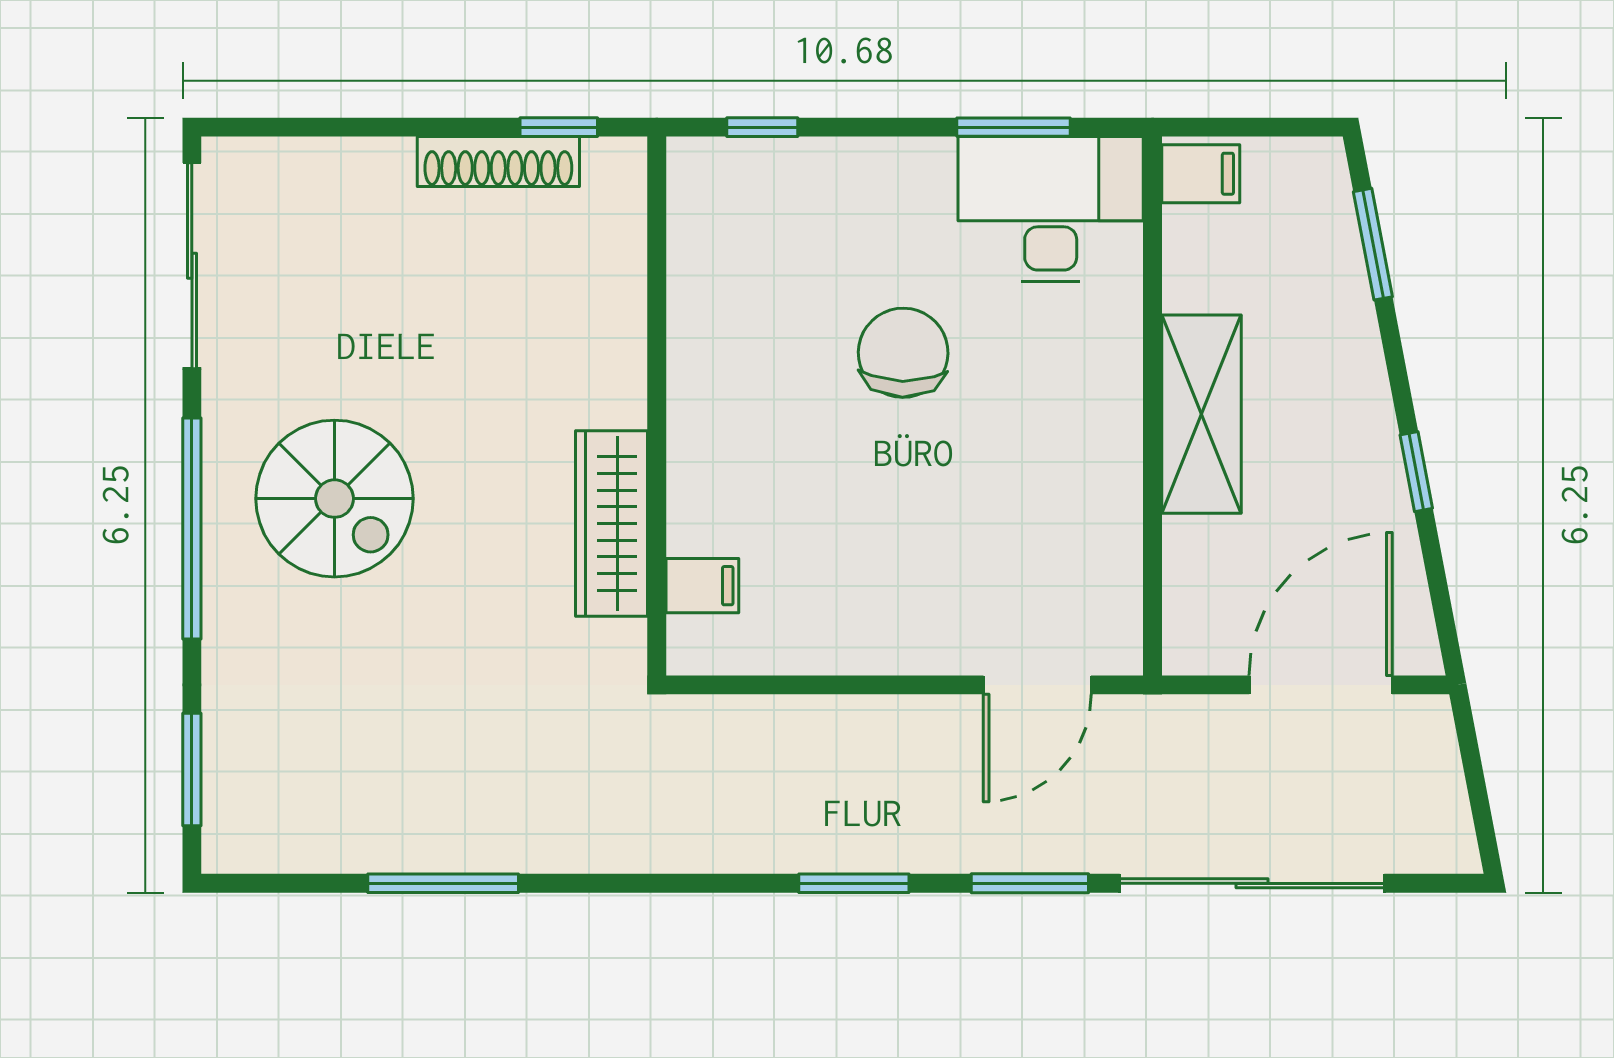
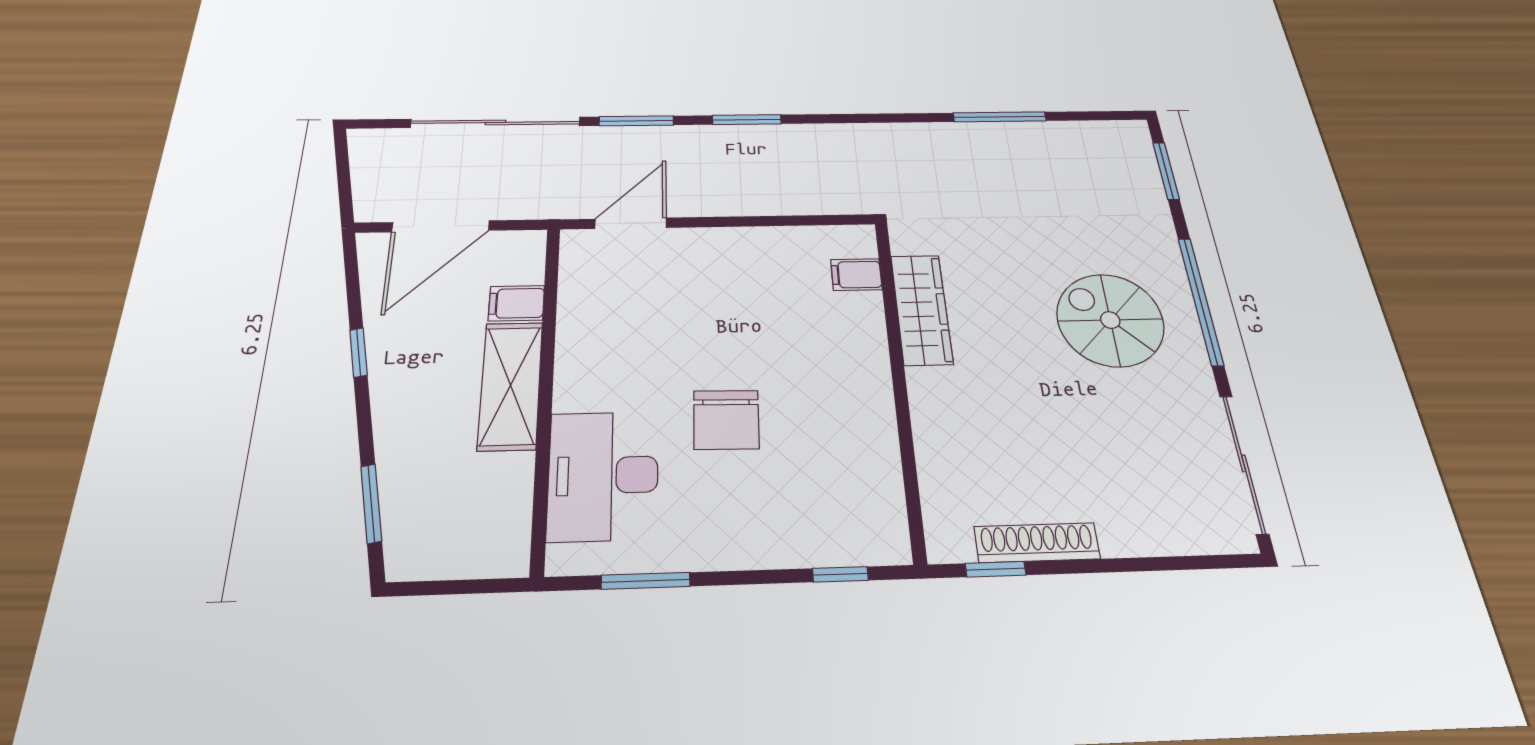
filing cabinet: (1201, 174) -> (516, 303), moved
desk: (1051, 209) -> (603, 475), moved, turned 90

